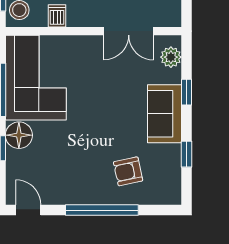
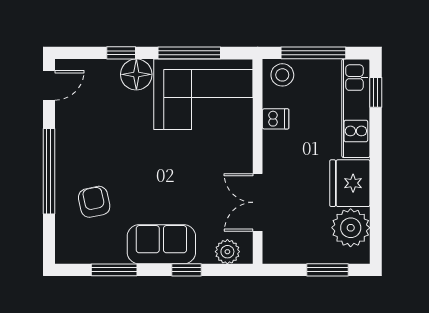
window: (186, 154) -> (114, 270), width x1.50

